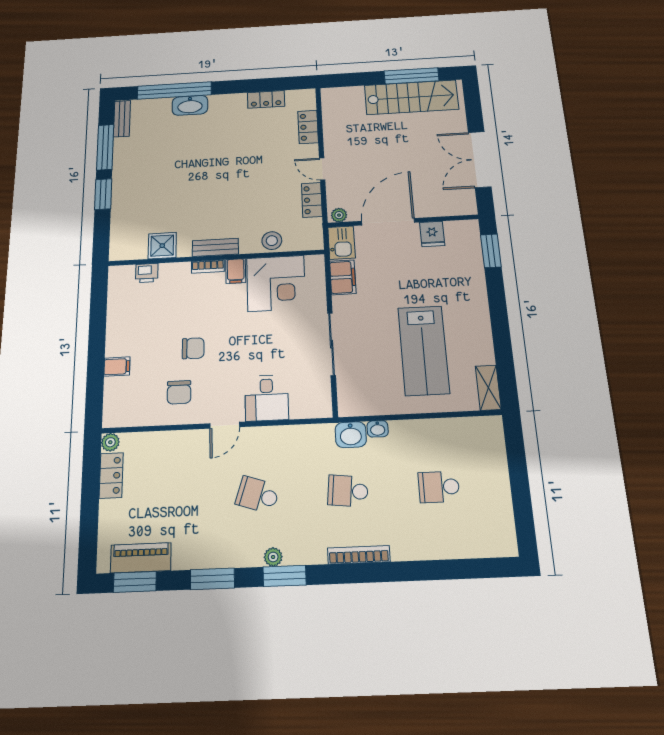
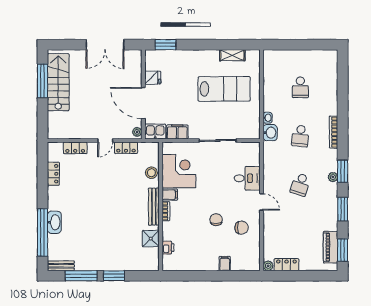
bench: (215, 247) -> (154, 207), width x1.36
shelving: (488, 388) -> (232, 55), moved

